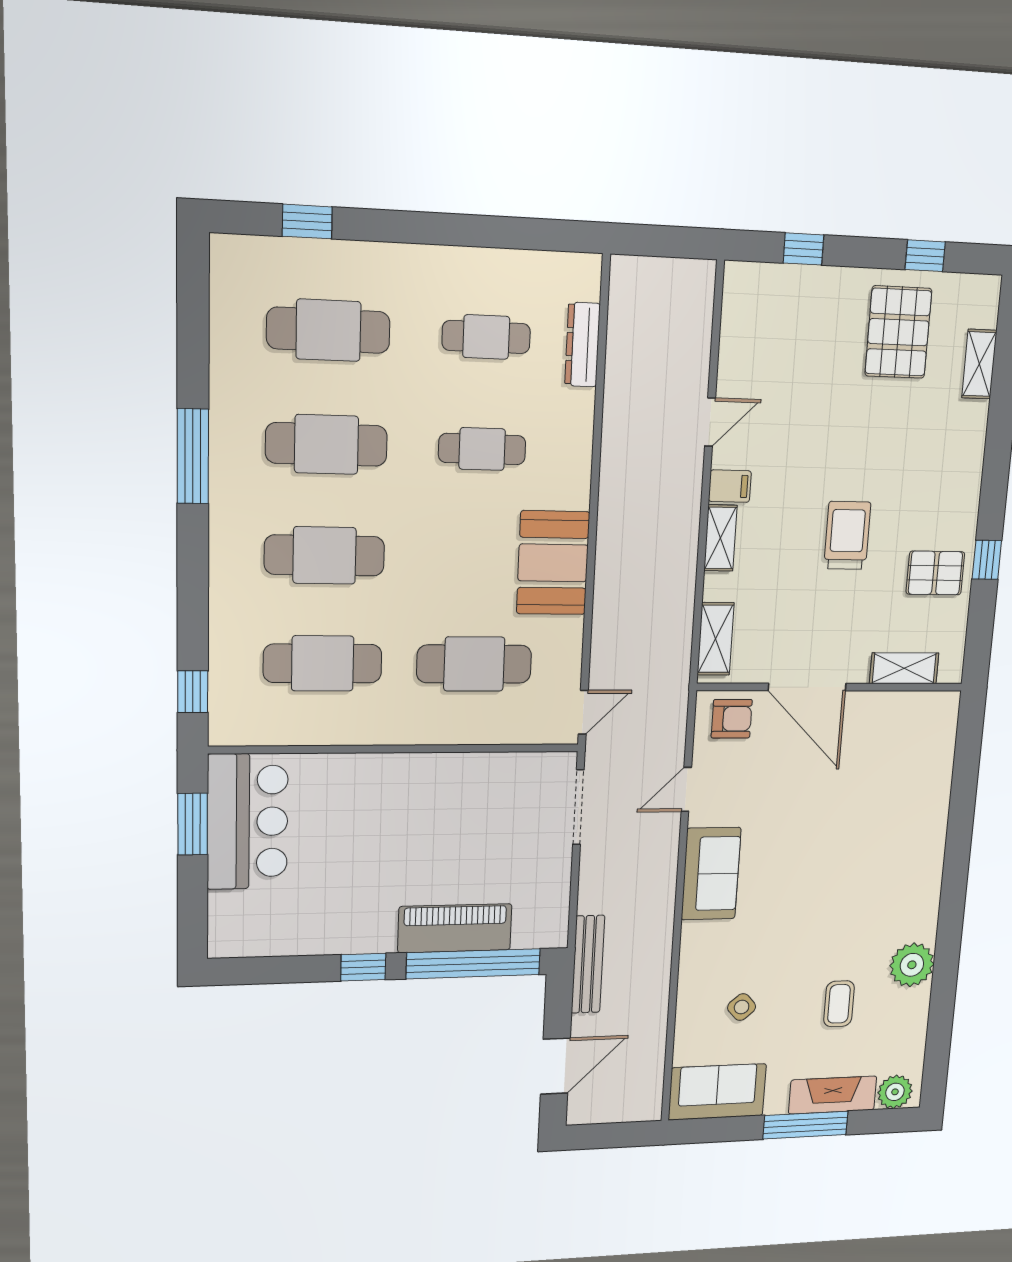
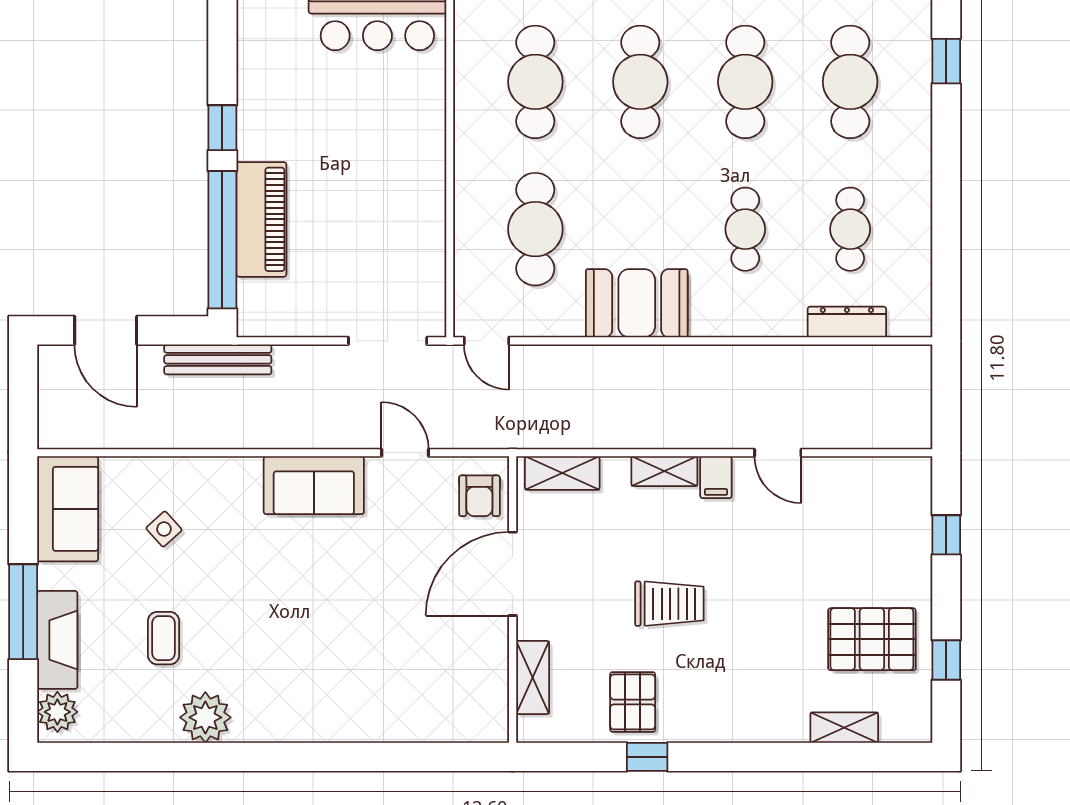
coffee table: (839, 1004) -> (164, 638), turned 90

